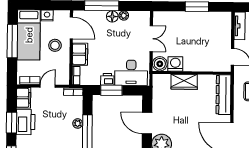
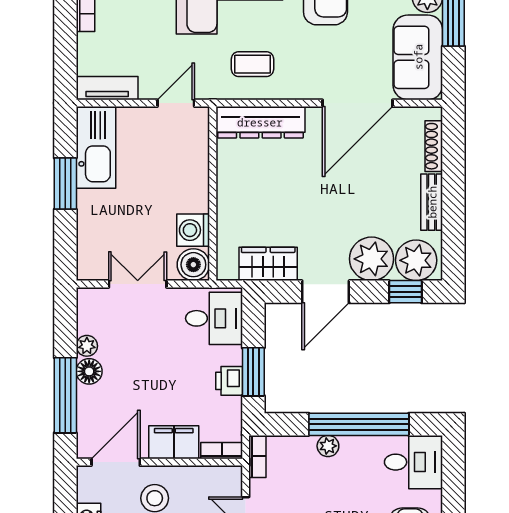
kitchen sink: (213, 21) -> (96, 147), added
desk: (131, 73) -> (214, 318), width x0.73
wardrobe: (184, 82) -> (268, 264), moved, turned -90

